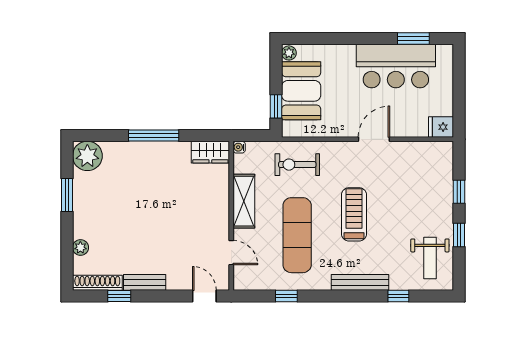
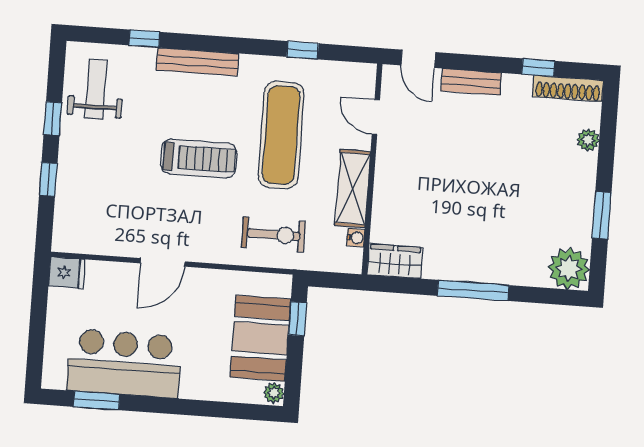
water cooler: (239, 147) -> (356, 238), moved
treadmill: (354, 214) -> (199, 158), turned -90
bench: (145, 282) -> (471, 82), moved

